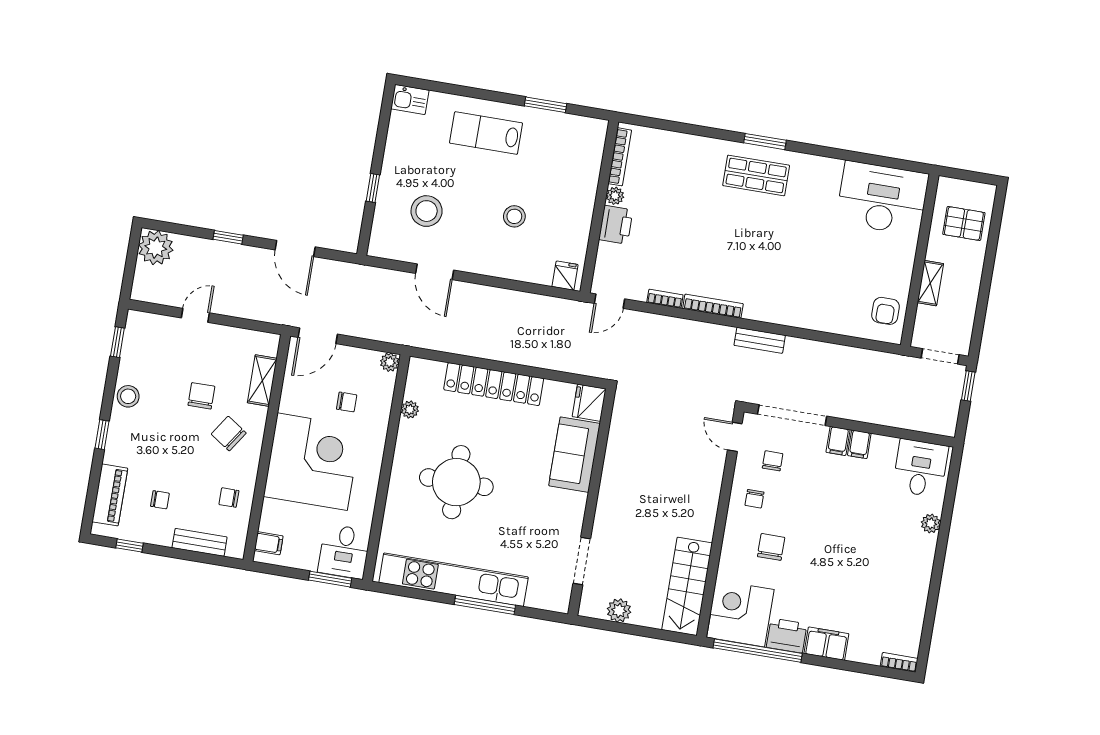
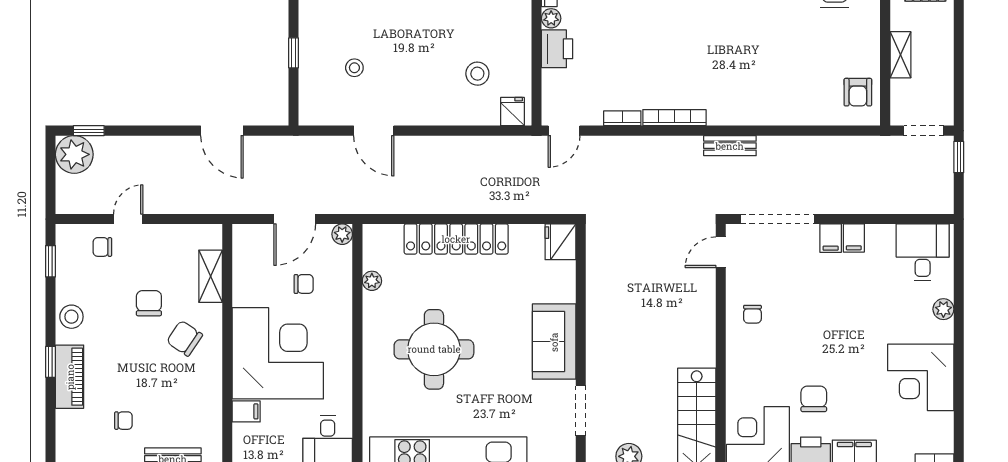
stool: (427, 211) -> (354, 68), width x0.53, depth x0.53
stool: (514, 216) -> (477, 74), moved
window: (228, 237) -> (89, 131), moved
door: (318, 336) -> (295, 219), moved
door: (735, 437) -> (721, 252), hinge flipped
sofa: (574, 455) -> (554, 342), moved
chair: (773, 461) -> (765, 271), removed
piano: (110, 495) -> (70, 377), moved
chair: (229, 498) -> (102, 247), moved
filing cabinet: (269, 543) -> (246, 411), moved
chair: (771, 547) -> (814, 399), moved
corner desk: (899, 583) -> (921, 377), added

